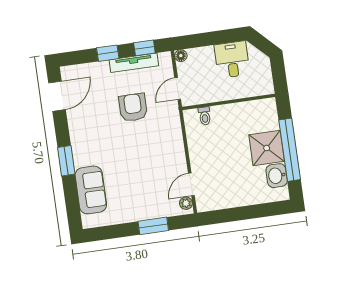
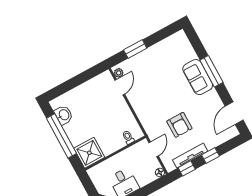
shower: (267, 148) -> (89, 153), moved
window: (66, 161) -> (211, 71), width x1.44
sofa: (91, 190) -> (198, 77), moved

